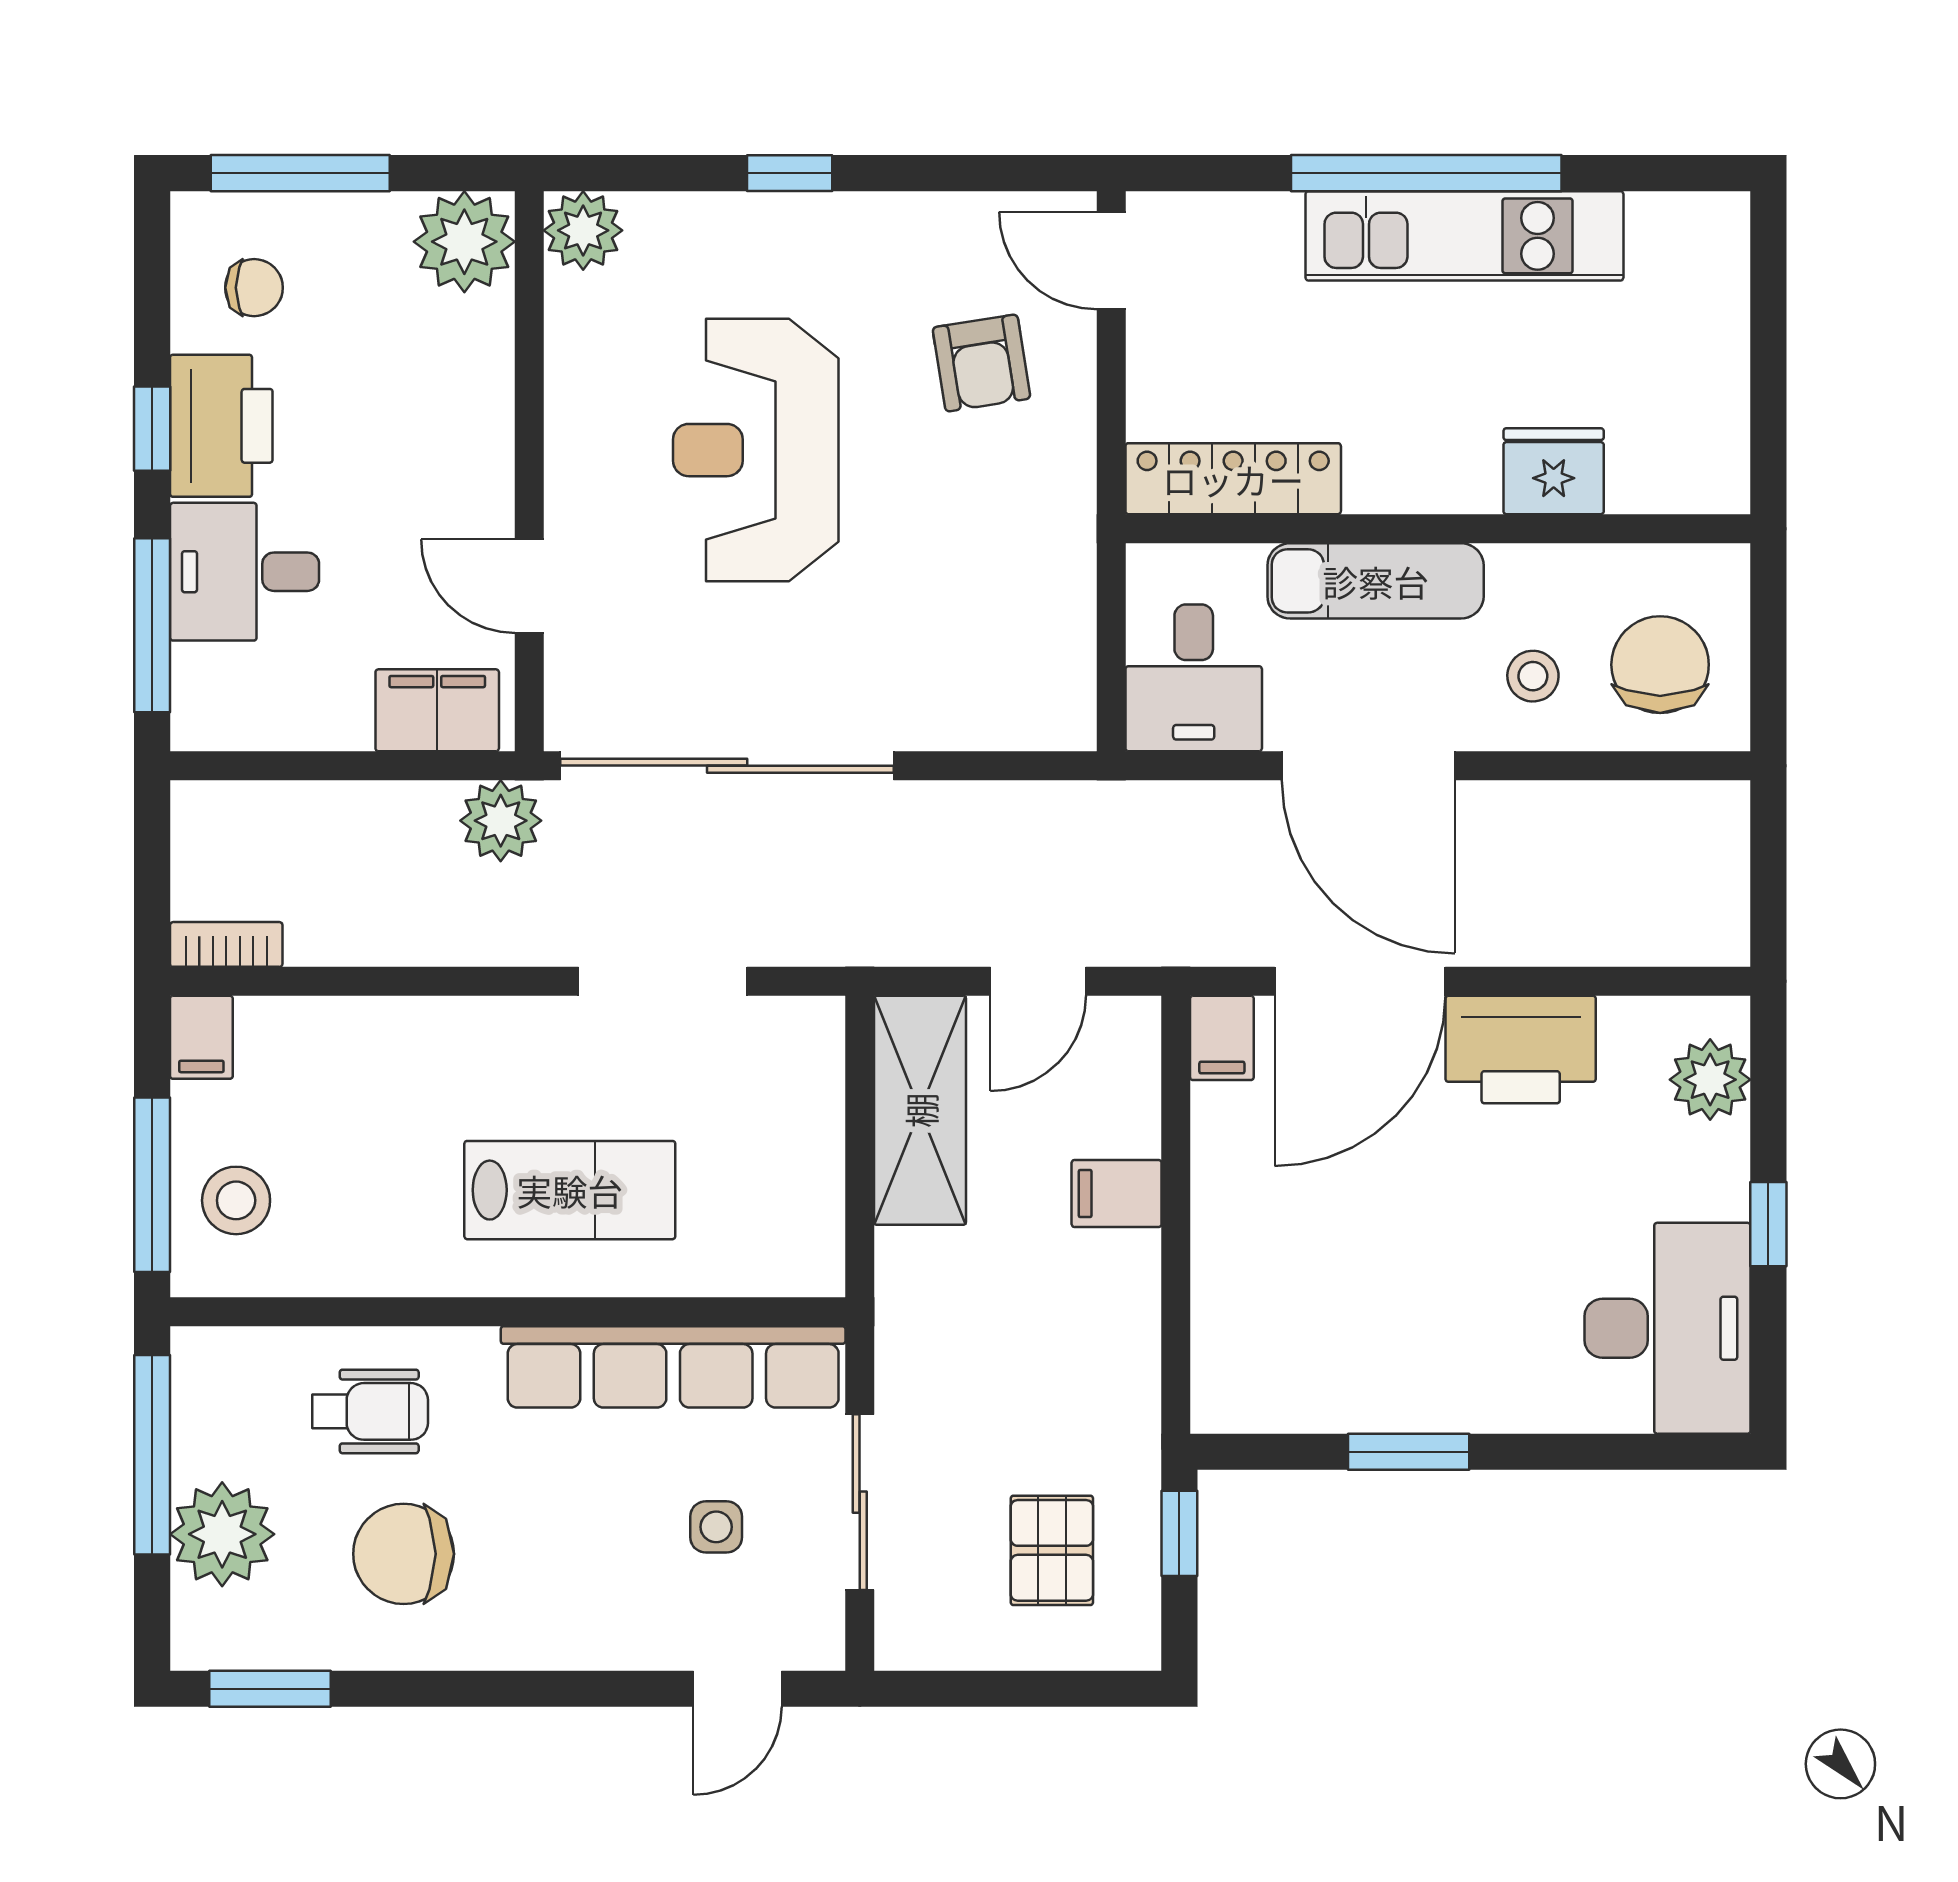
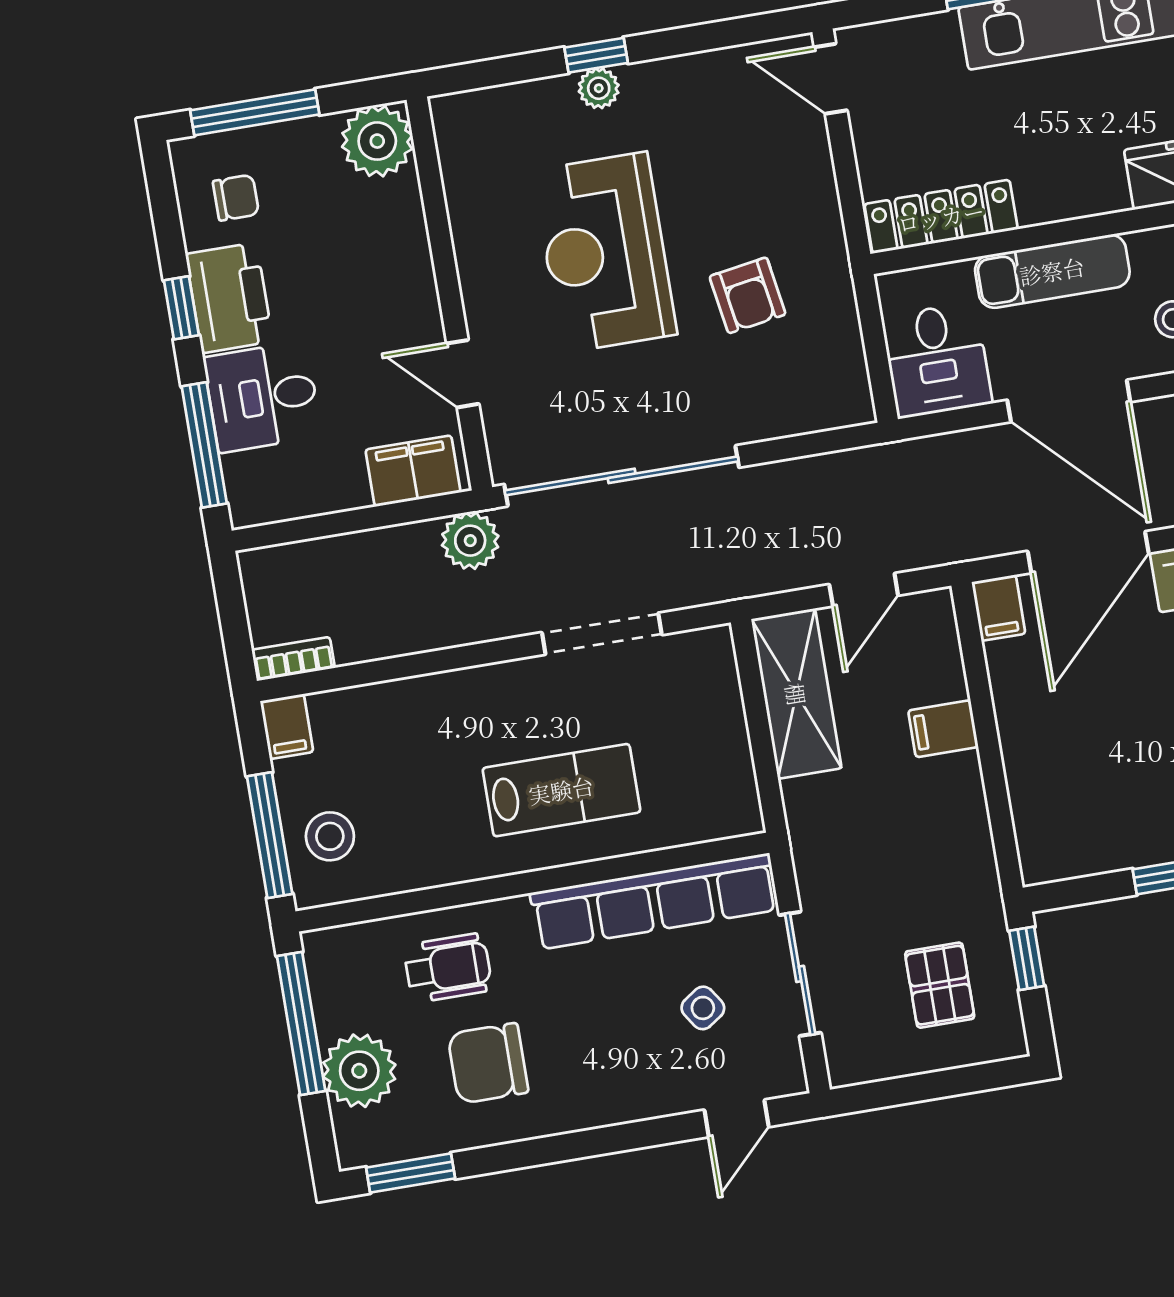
plant: (583, 230) -> (599, 88), moved, width x0.73, depth x0.73
armchair: (981, 363) -> (748, 295), moved
side table: (716, 1527) -> (703, 1008), turned -34

